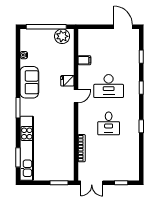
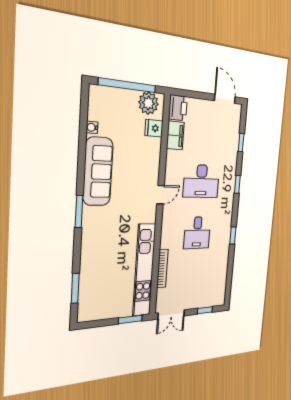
printer: (85, 37) -> (178, 108), added
filing cabinet: (84, 60) -> (175, 135), width x2.00
fridge: (67, 81) -> (154, 128), moved
sofa: (29, 82) -> (98, 172), width x1.36
kitchen unit: (27, 148) -> (144, 270), moved, turned 180

